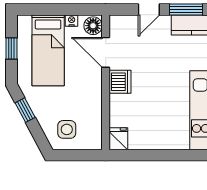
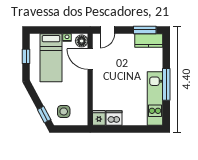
door: (149, 9) -> (107, 30), moved
dishwasher: (120, 82) -> (114, 118), moved, turned -90
window: (25, 110) -> (44, 115), moved

